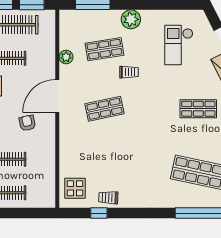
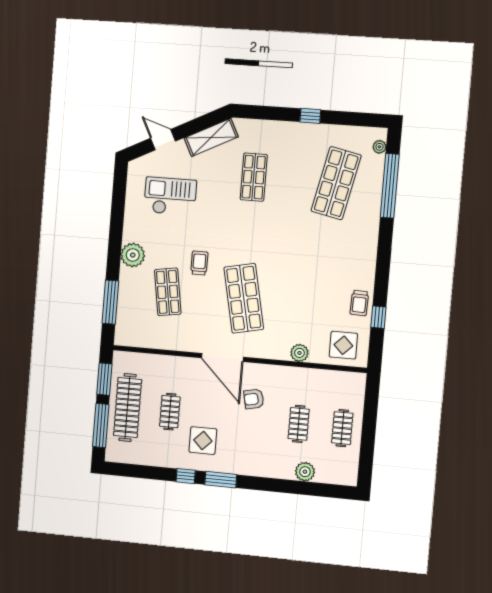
checkout: (179, 45) -> (170, 196), turned 180
plant: (66, 57) -> (299, 353), moved
shop shelf: (104, 109) -> (244, 298), width x1.43, depth x1.36

